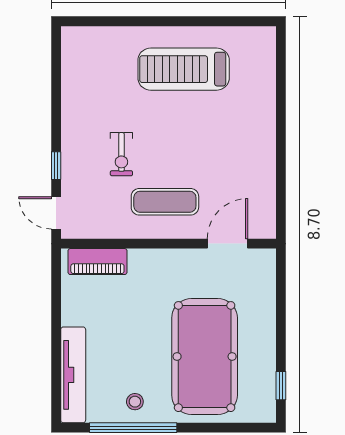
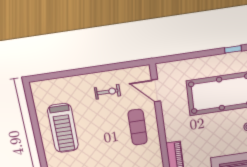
exercise bike: (121, 154) -> (107, 92), moved

